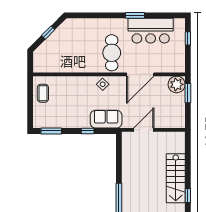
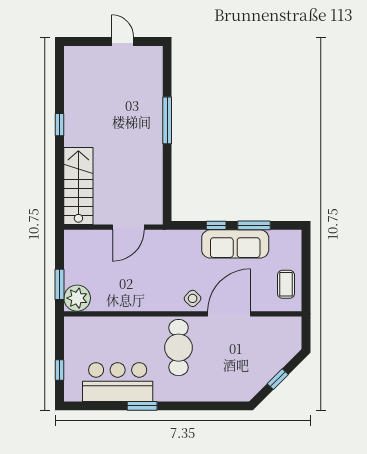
door: (140, 74) -> (229, 314), moved
sofa: (106, 119) -> (235, 244), moved, width x1.36
window: (51, 131) -> (254, 225), moved
stairs: (176, 178) -> (78, 186), moved

